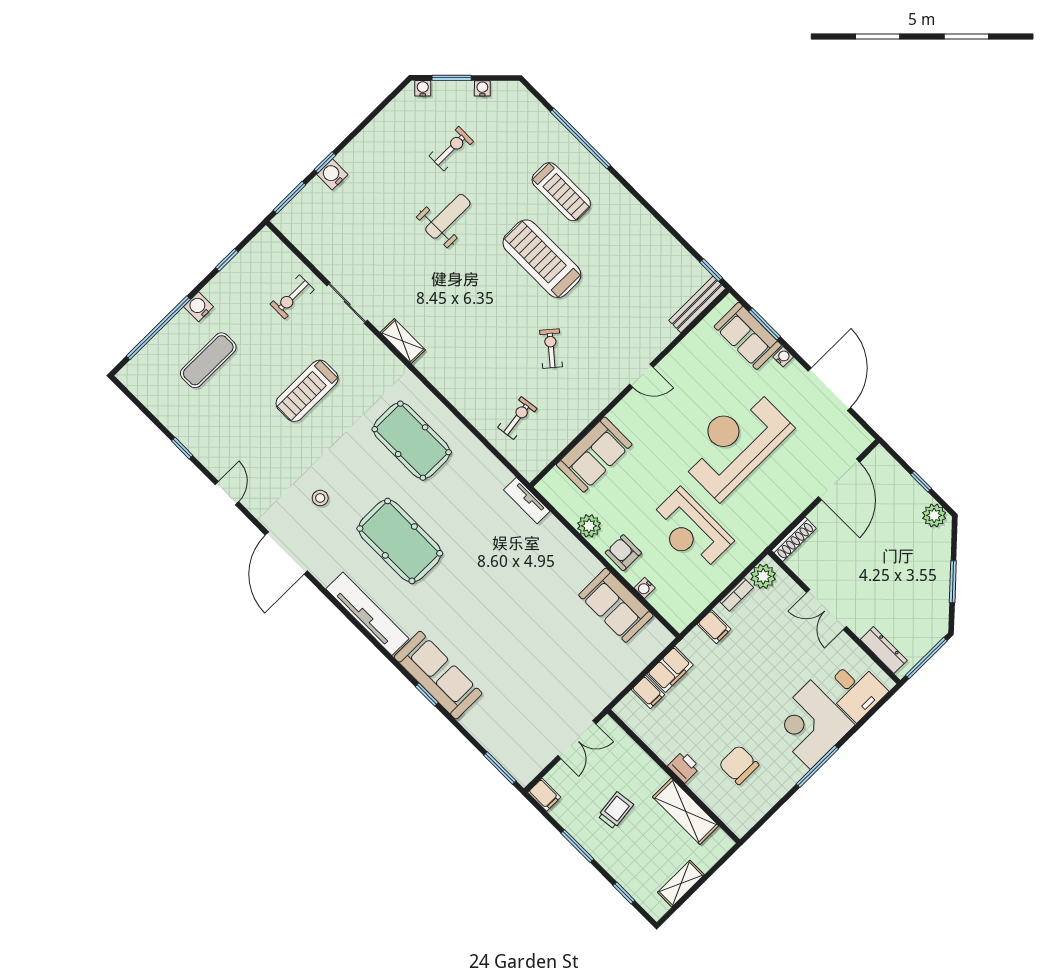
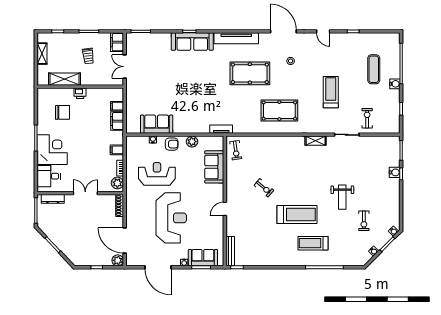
exercise bike: (517, 418) -> (236, 150), moved
plant: (934, 515) -> (118, 260), moved
filing cabinet: (544, 795) -> (117, 42), width x2.00

